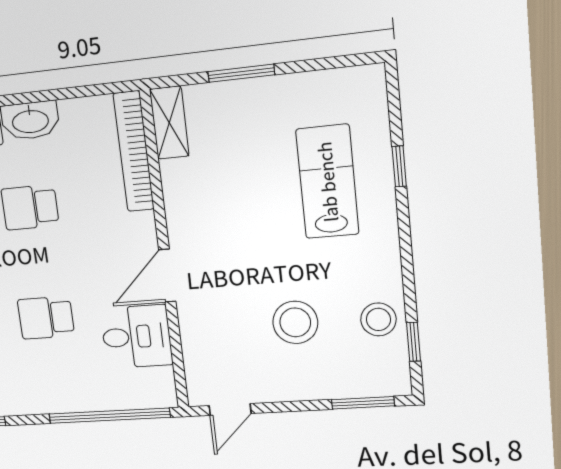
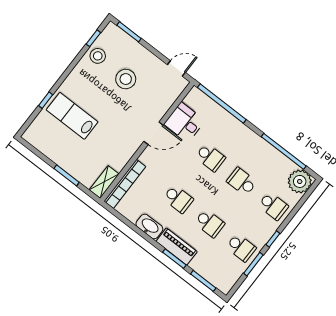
lab bench: (327, 182) -> (72, 116), turned 90

